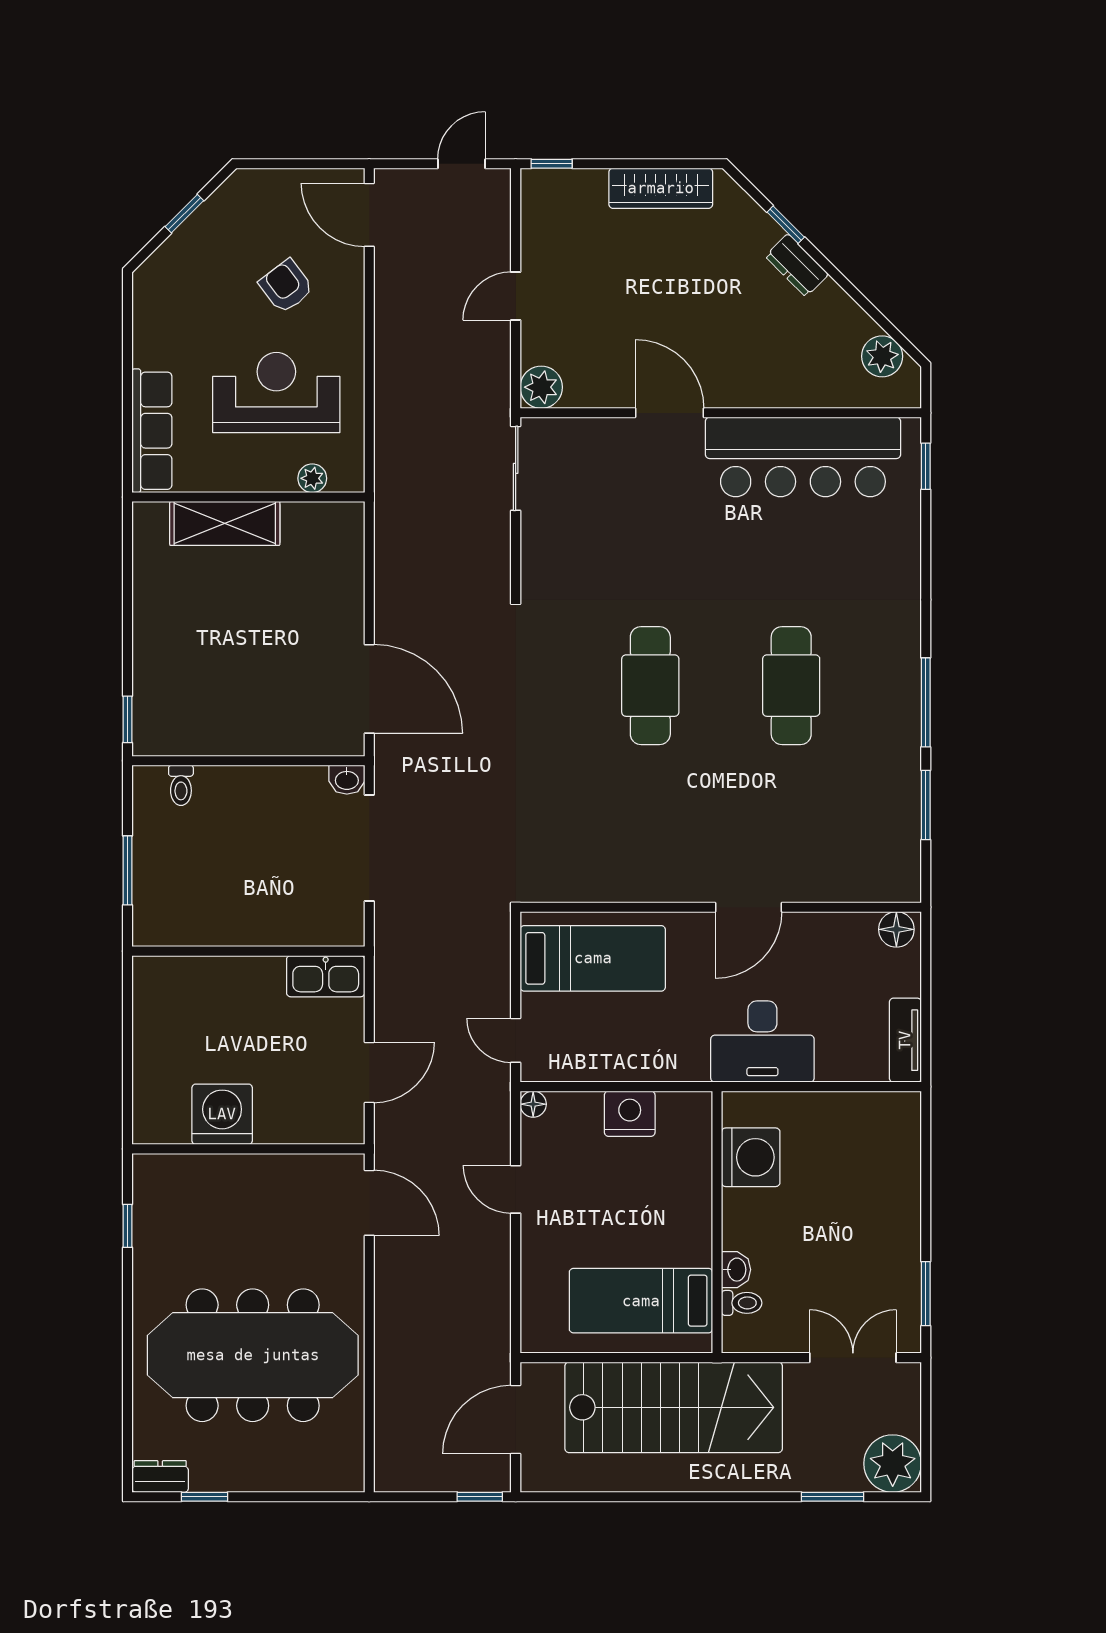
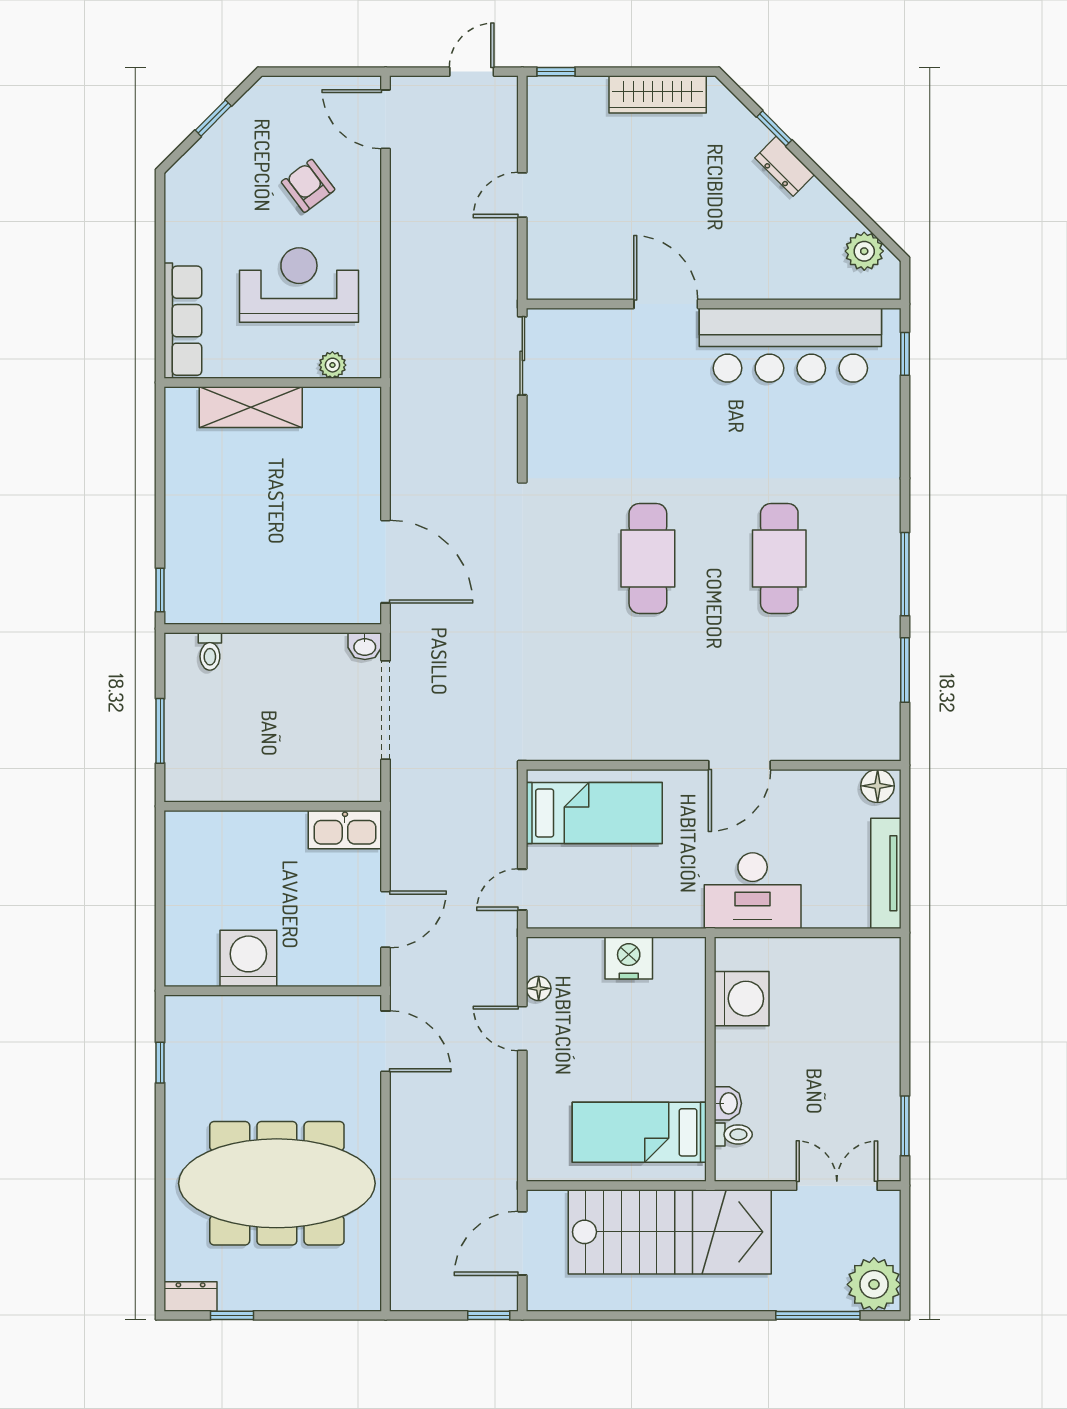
plant: (541, 387) -> (546, 280), removed
door: (516, 1040) -> (522, 890), hinge flipped
tv unit: (905, 1040) -> (886, 873), width x1.41
floor lamp: (533, 1104) -> (539, 988), moved
window: (833, 1497) -> (818, 1315), width x1.44

